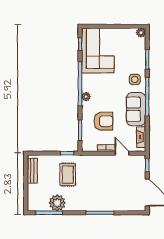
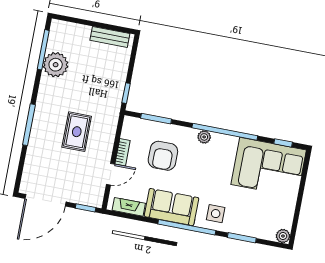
rug: (68, 175) -> (77, 132), moved, turned 90

